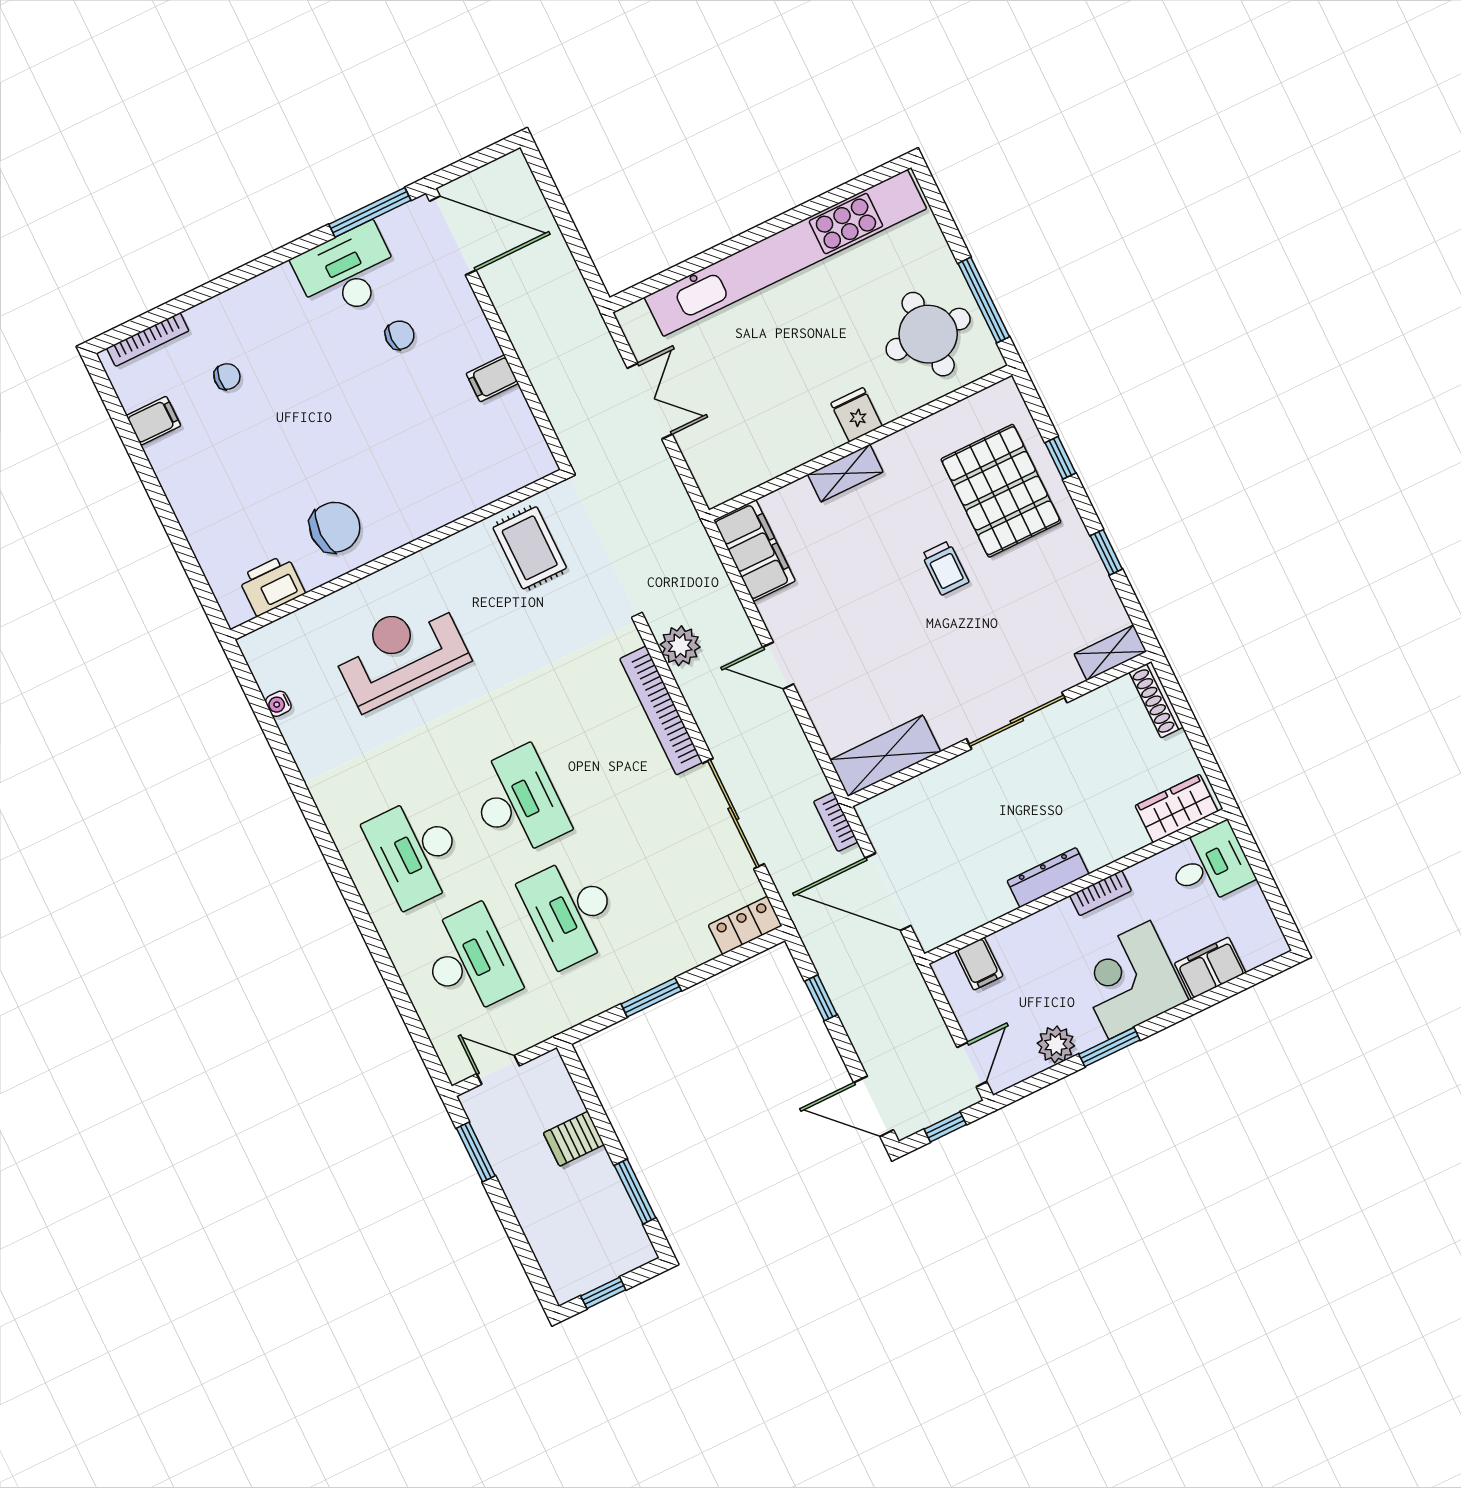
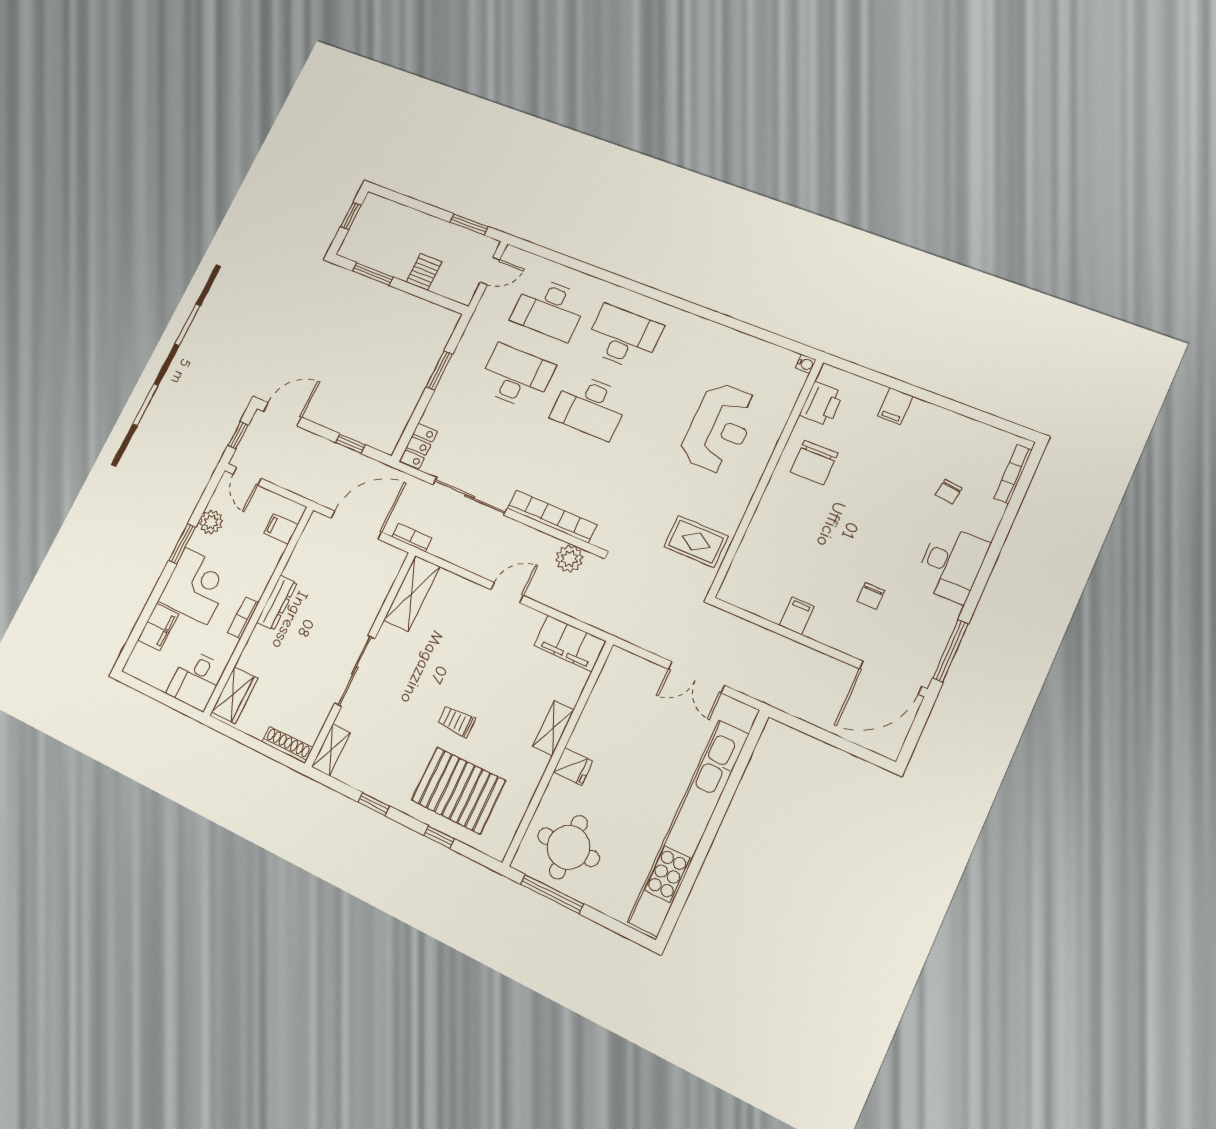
desk: (347, 272) -> (952, 564), moved
filing cabinet: (153, 421) -> (895, 406), moved
water cooler: (278, 704) -> (806, 364), moved, turned 90

